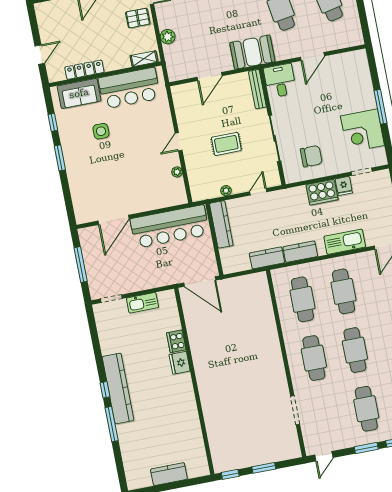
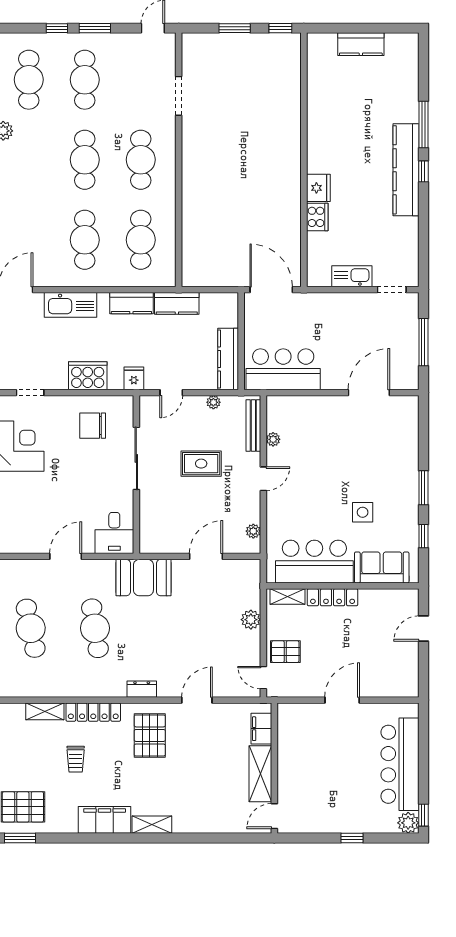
locker: (84, 70) -> (333, 597), moved
bench: (257, 89) -> (253, 426), moved
plant: (178, 102) -> (253, 531), added
fridge: (344, 186) -> (134, 378), moved
bar counter: (170, 227) -> (283, 369), width x0.73

